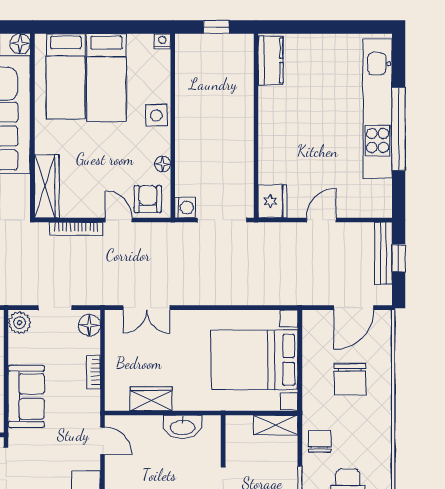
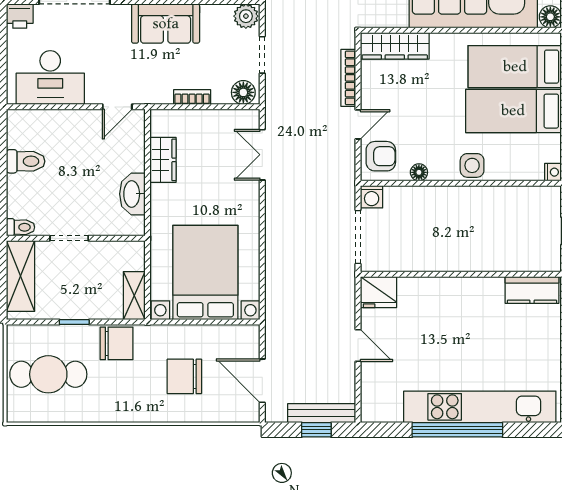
chair: (319, 441) -> (117, 343), width x1.37, depth x1.37

